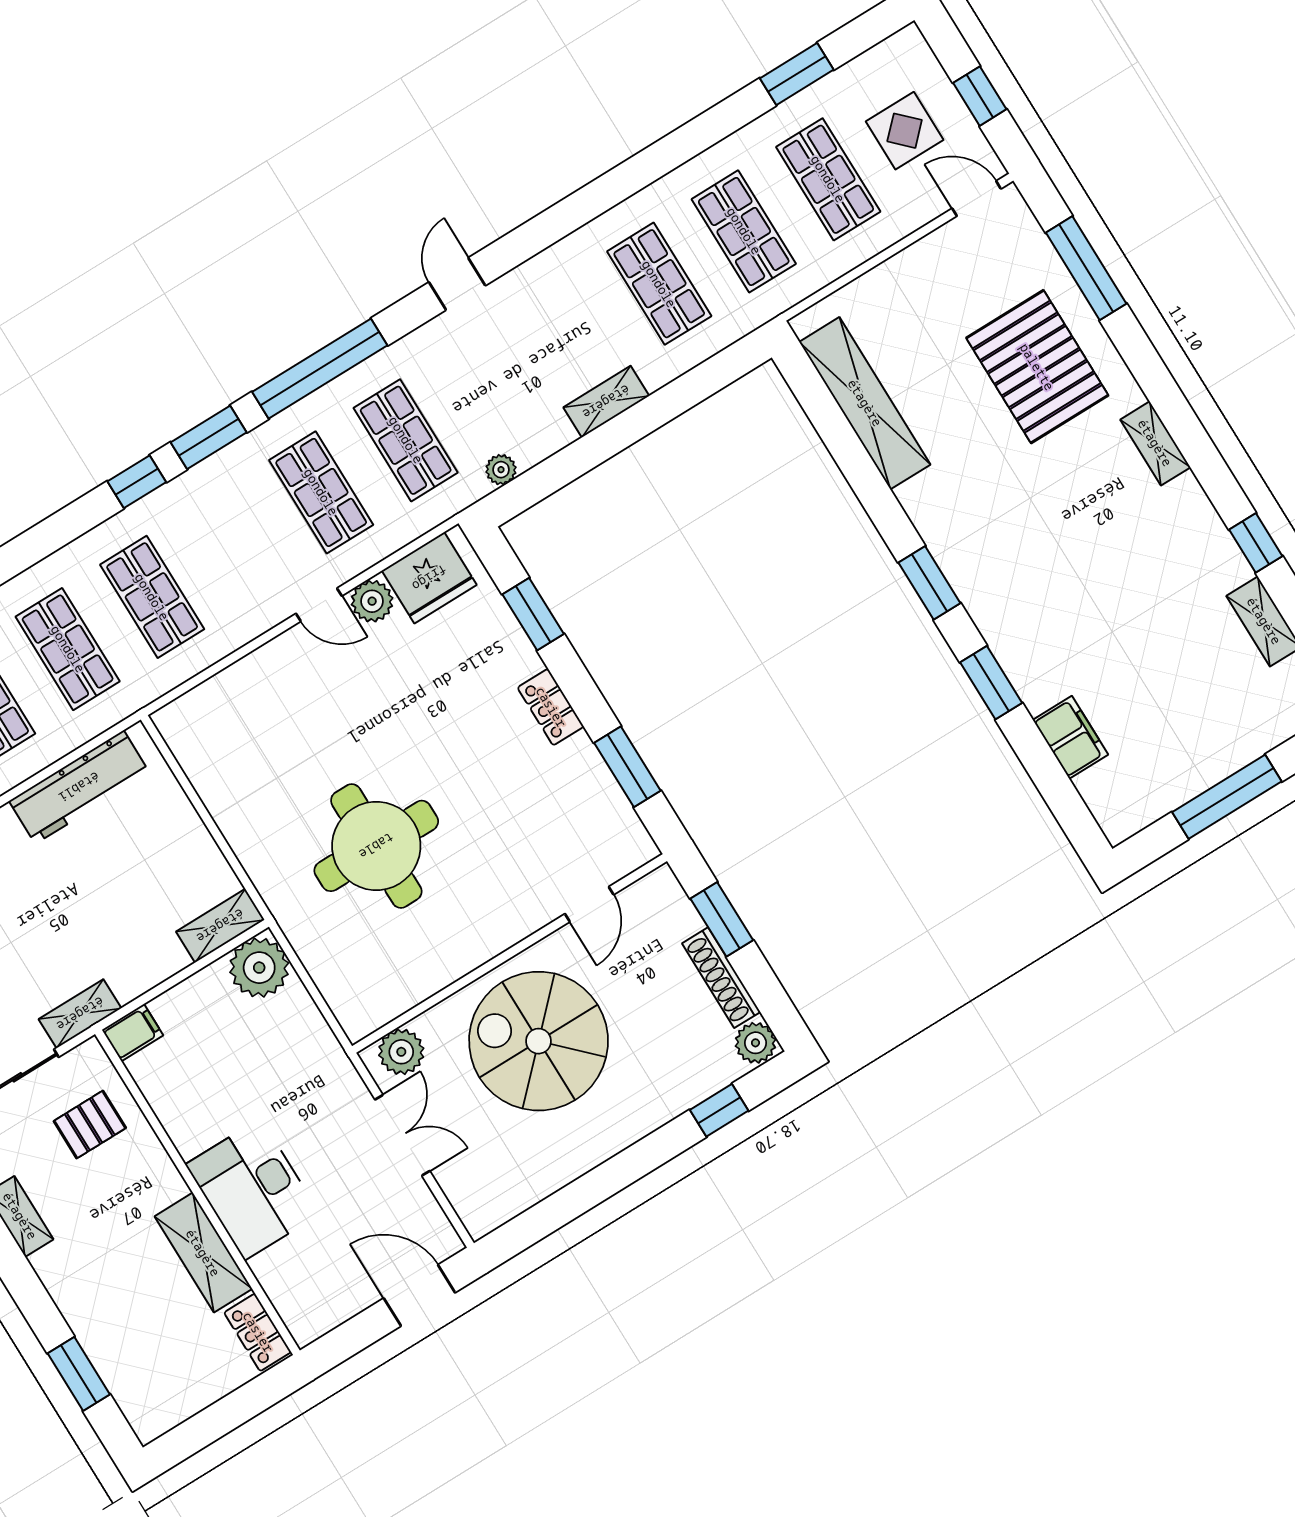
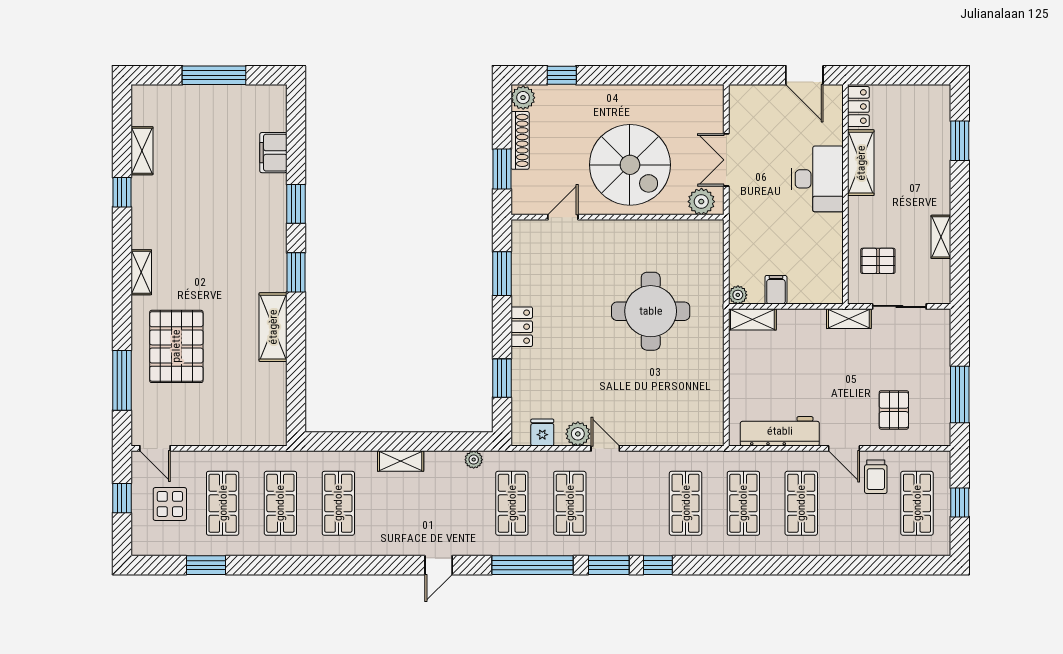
shelving: (865, 403) -> (273, 327), moved, width x0.68
fridge: (429, 578) -> (542, 433), width x0.53, depth x0.75
plant: (259, 968) -> (738, 295), width x0.53, depth x0.53
filing cabinet: (133, 1033) -> (776, 290), moved, turned 90
door: (419, 1295) -> (804, 75), moved

